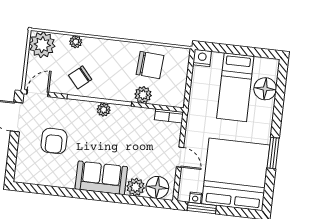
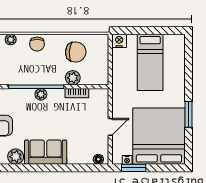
chair: (80, 77) -> (37, 44), moved, turned -49
floor lamp: (265, 89) -> (175, 61), removed
bookcase: (169, 116) -> (77, 93), moved
door: (180, 157) -> (110, 127), hinge flipped
plant: (136, 187) -> (16, 157), moved
floor lamp: (157, 187) -> (98, 159), width x0.53, depth x0.53

